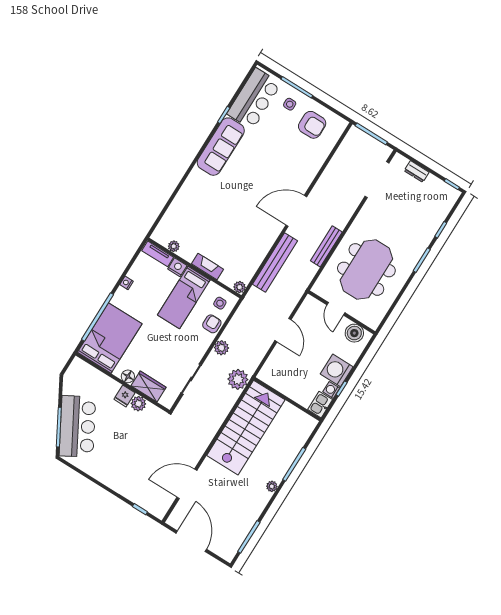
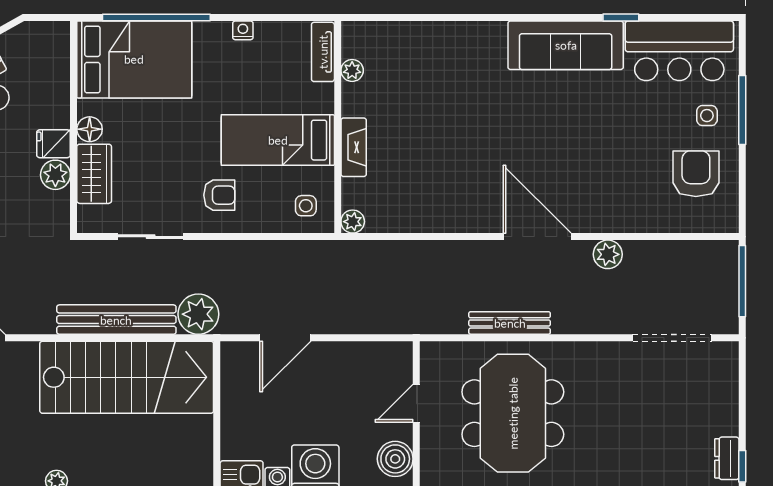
armchair: (312, 125) -> (696, 174), turned 180
dresser: (417, 171) -> (727, 458), moved
bench: (275, 262) -> (116, 320), moved
nightstand: (177, 267) -> (321, 98), removed
meeting table: (366, 269) -> (513, 413), turned 90
armchair: (212, 324) -> (219, 195), moved
door: (283, 330) -> (285, 338), moved
plant: (221, 348) -> (608, 254), moved

